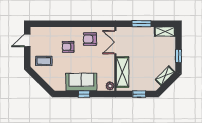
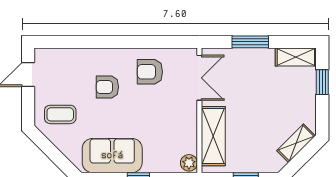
double door: (115, 42) -> (199, 78), swing flipped
window: (178, 56) -> (322, 82), moved
sofa: (81, 82) -> (112, 156), moved

